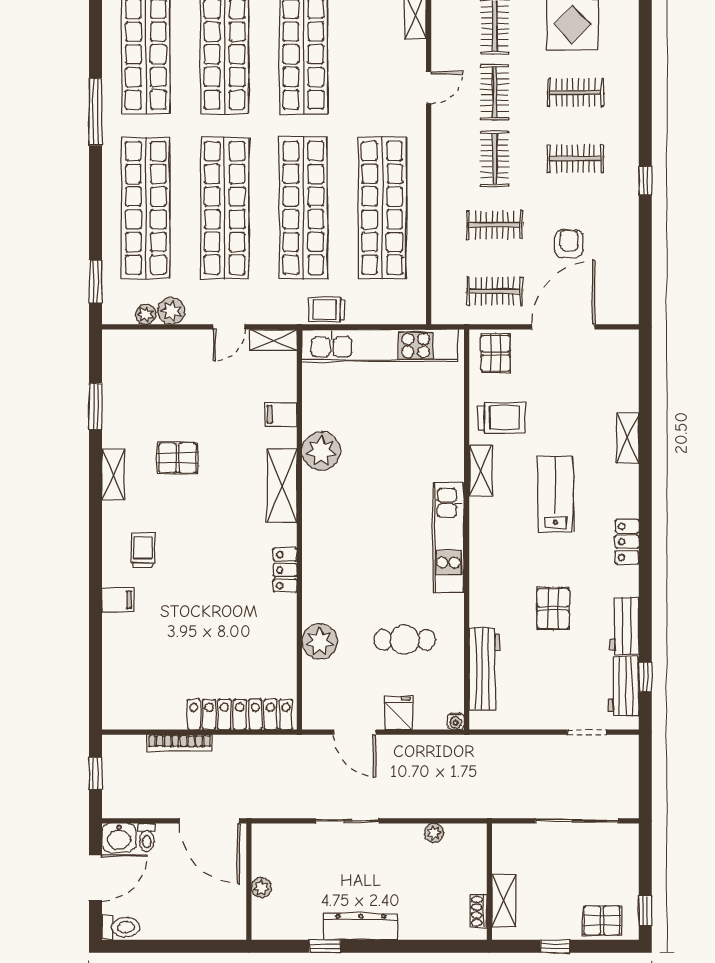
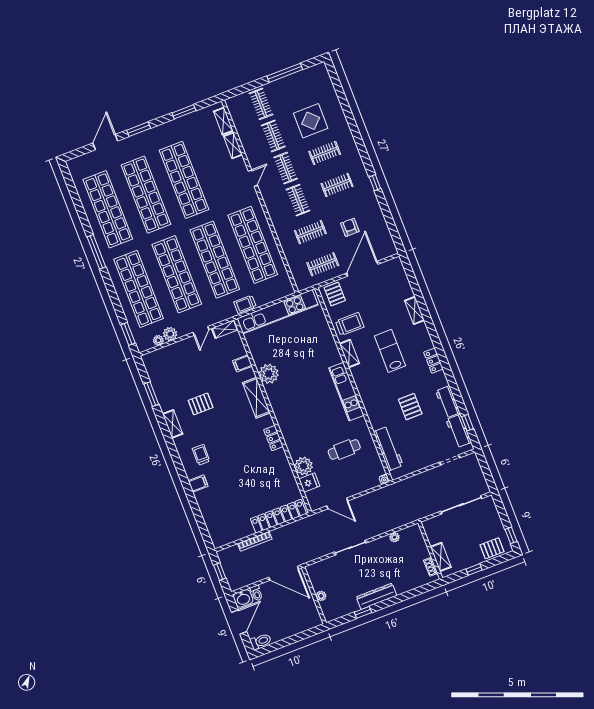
fridge: (398, 713) -> (309, 483), moved, turned 90

